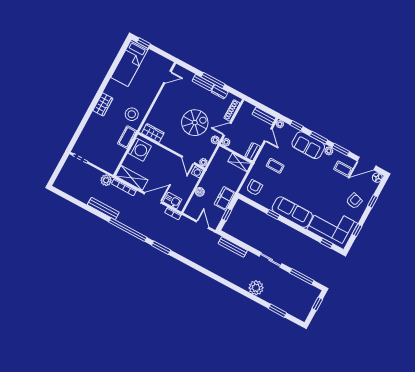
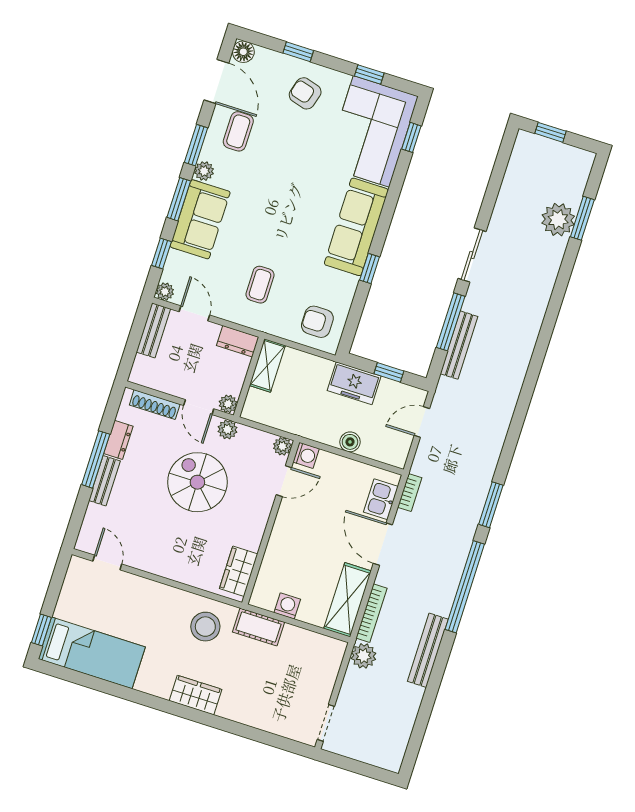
door: (268, 135) -> (194, 313), hinge flipped
washing machine: (140, 150) -> (287, 606), width x0.53, depth x0.53
window: (302, 277) -> (451, 322), moved
plant: (256, 288) -> (558, 220), moved

